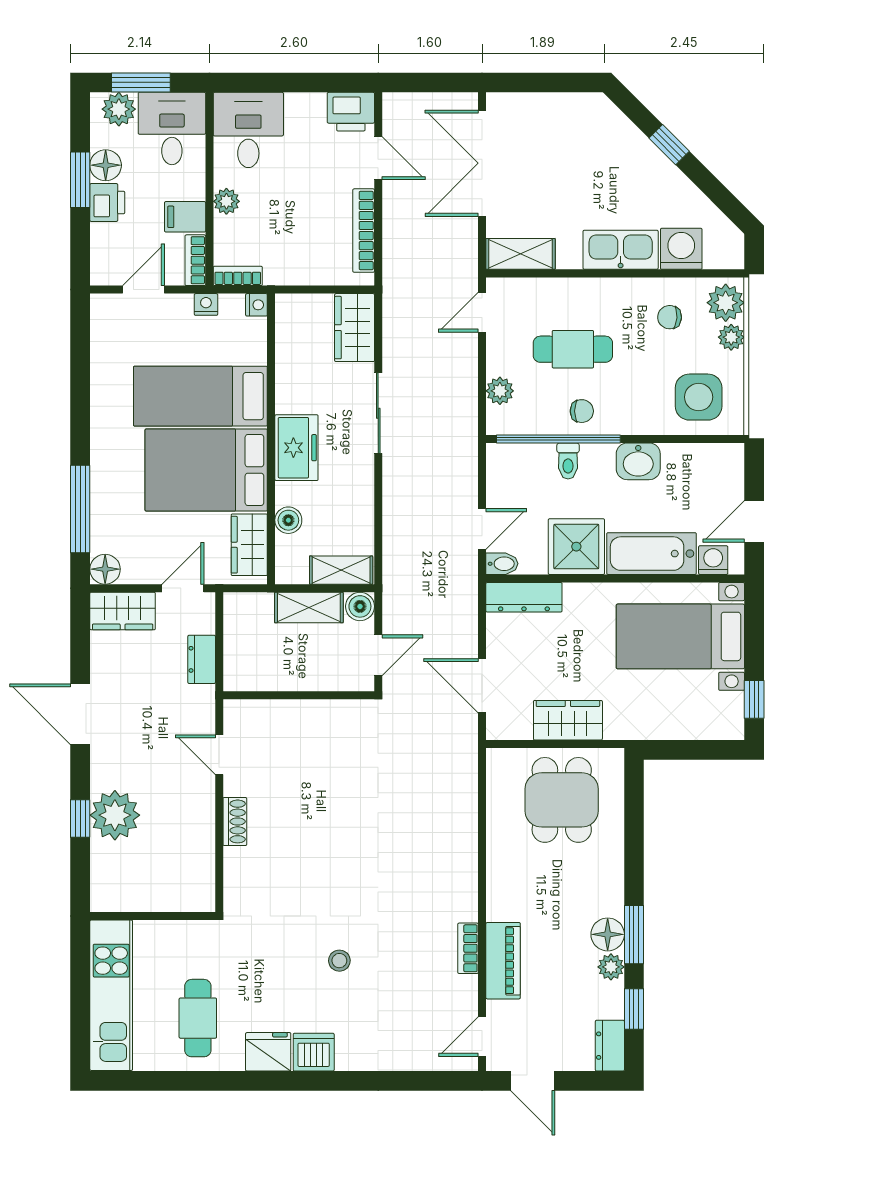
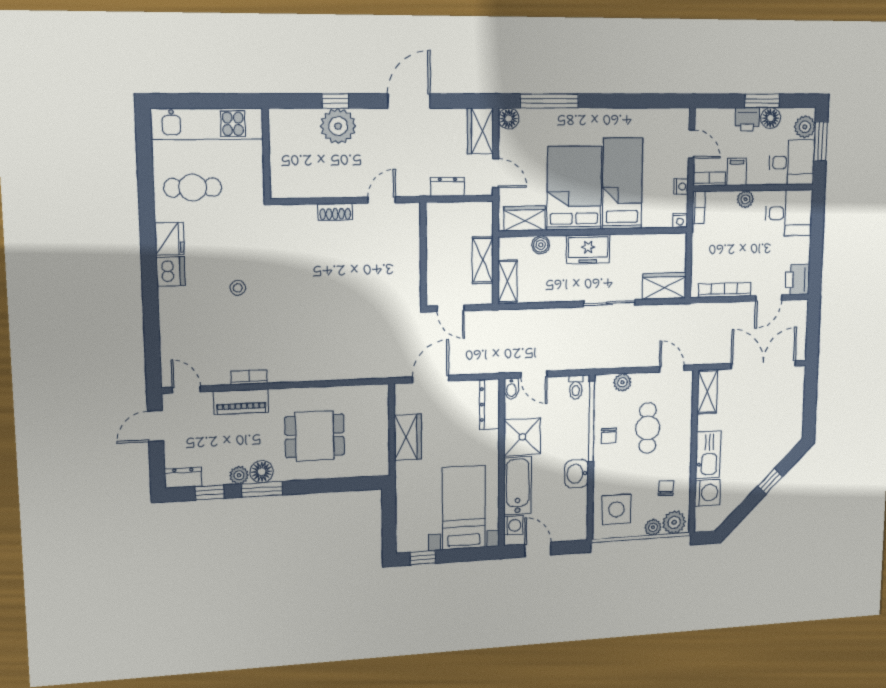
toilet: (568, 461) -> (576, 387), moved, turned -90
boiler: (360, 606) -> (483, 295), removed
dining table: (562, 800) -> (315, 436), moved

